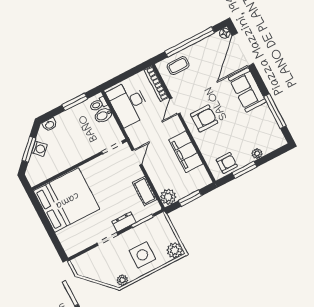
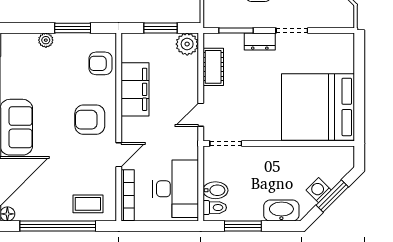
washbasin: (50, 125) -> (281, 211), width x1.91, depth x1.45
armchair: (227, 163) -> (101, 63), moved

